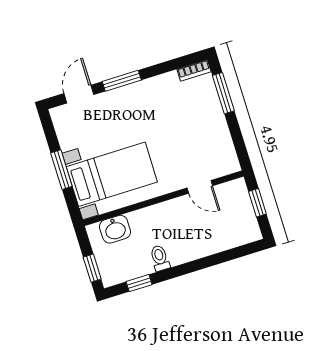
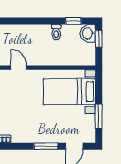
window: (61, 170) -> (99, 116), moved
washbasin: (115, 229) -> (88, 33), moved, turned -90

